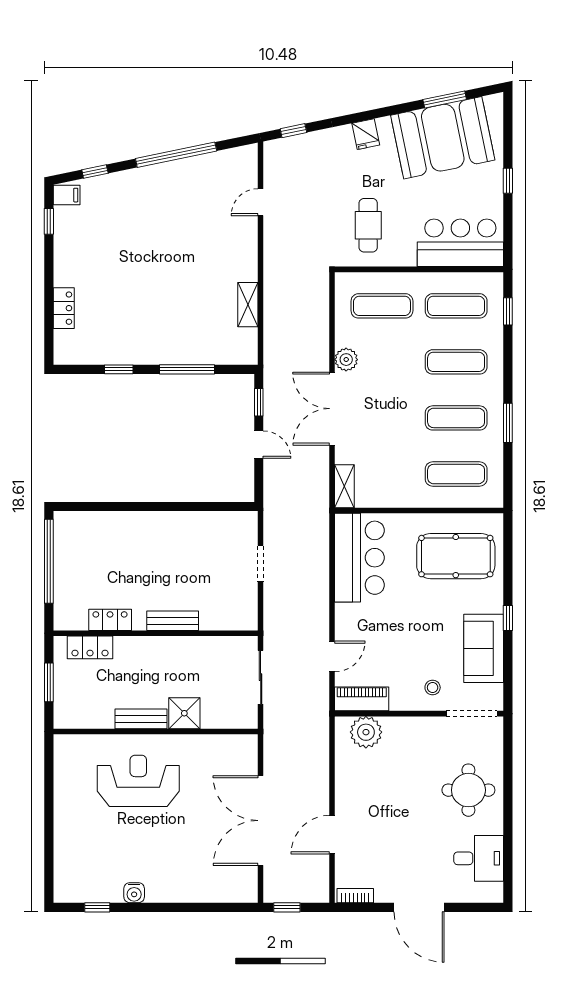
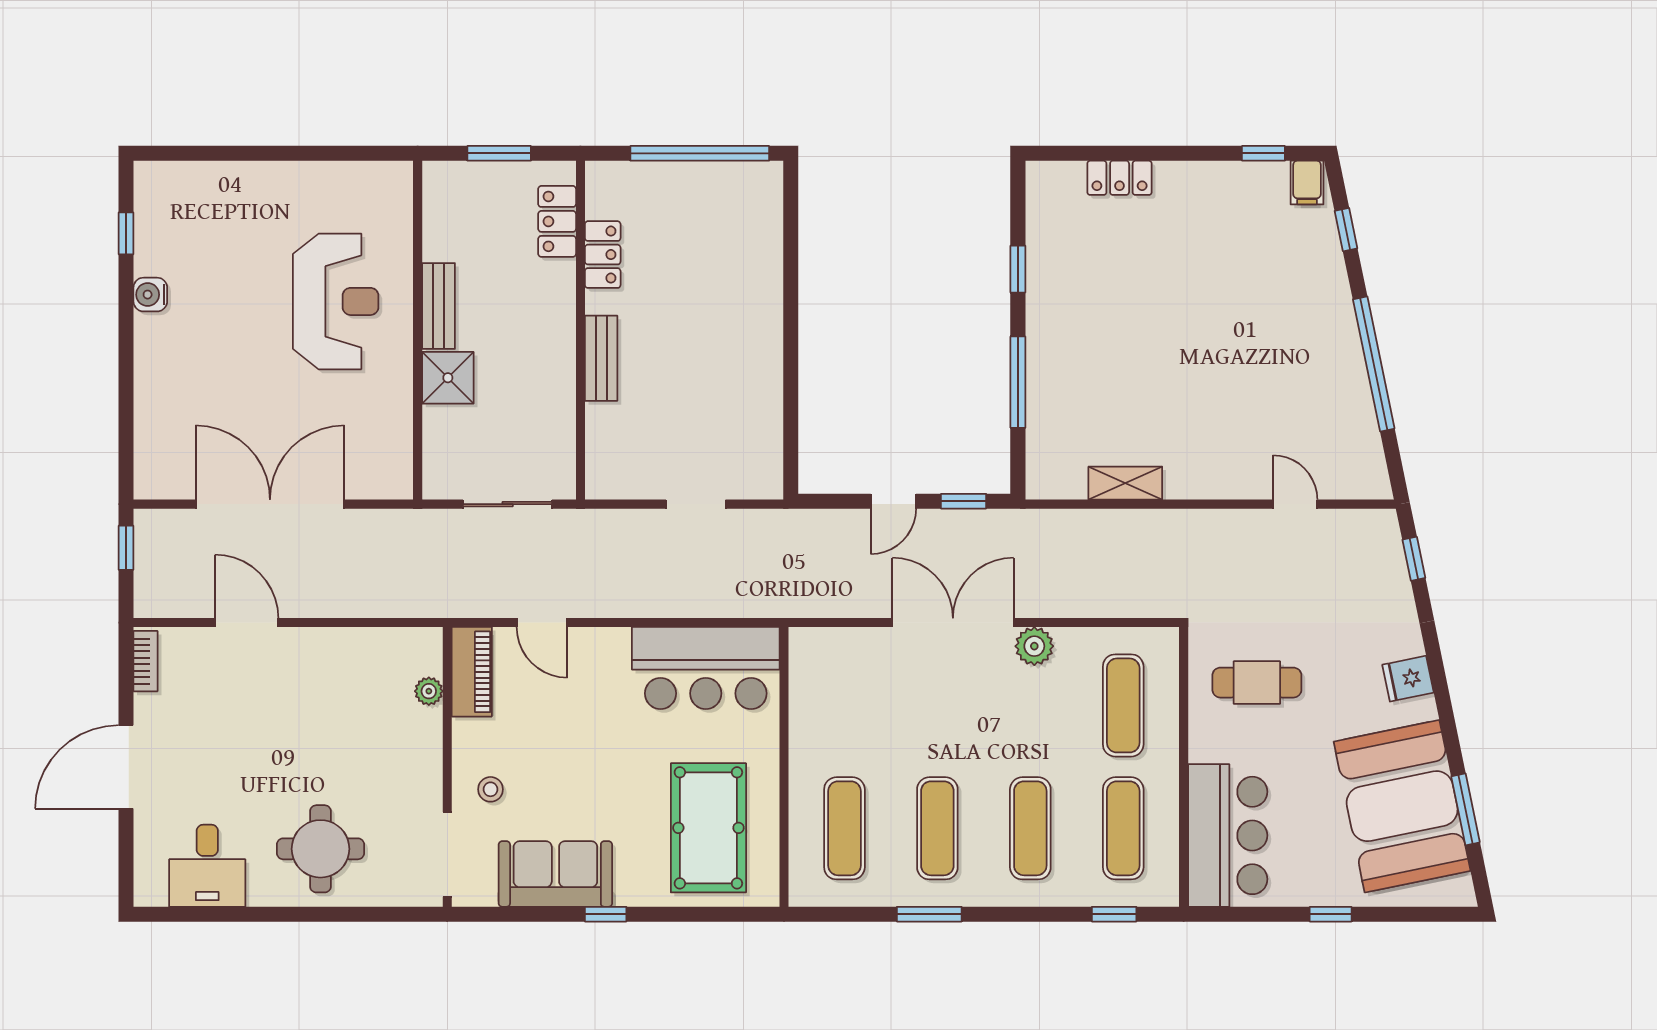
shelving: (344, 486) -> (824, 643), removed
plant: (366, 732) -> (429, 691), width x0.53, depth x0.53

